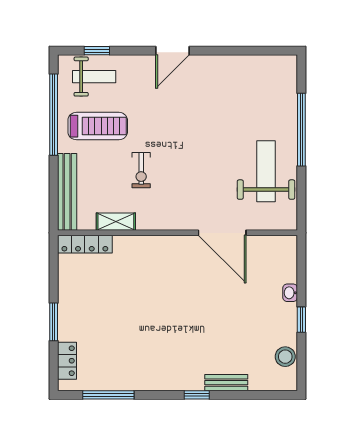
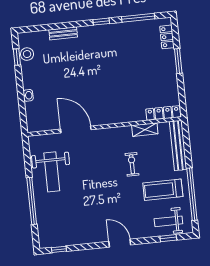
door: (173, 51) -> (120, 243), hinge flipped
window: (267, 51) -> (59, 249), added
window: (301, 320) -> (17, 57), moved
window: (197, 395) -> (101, 22), moved

